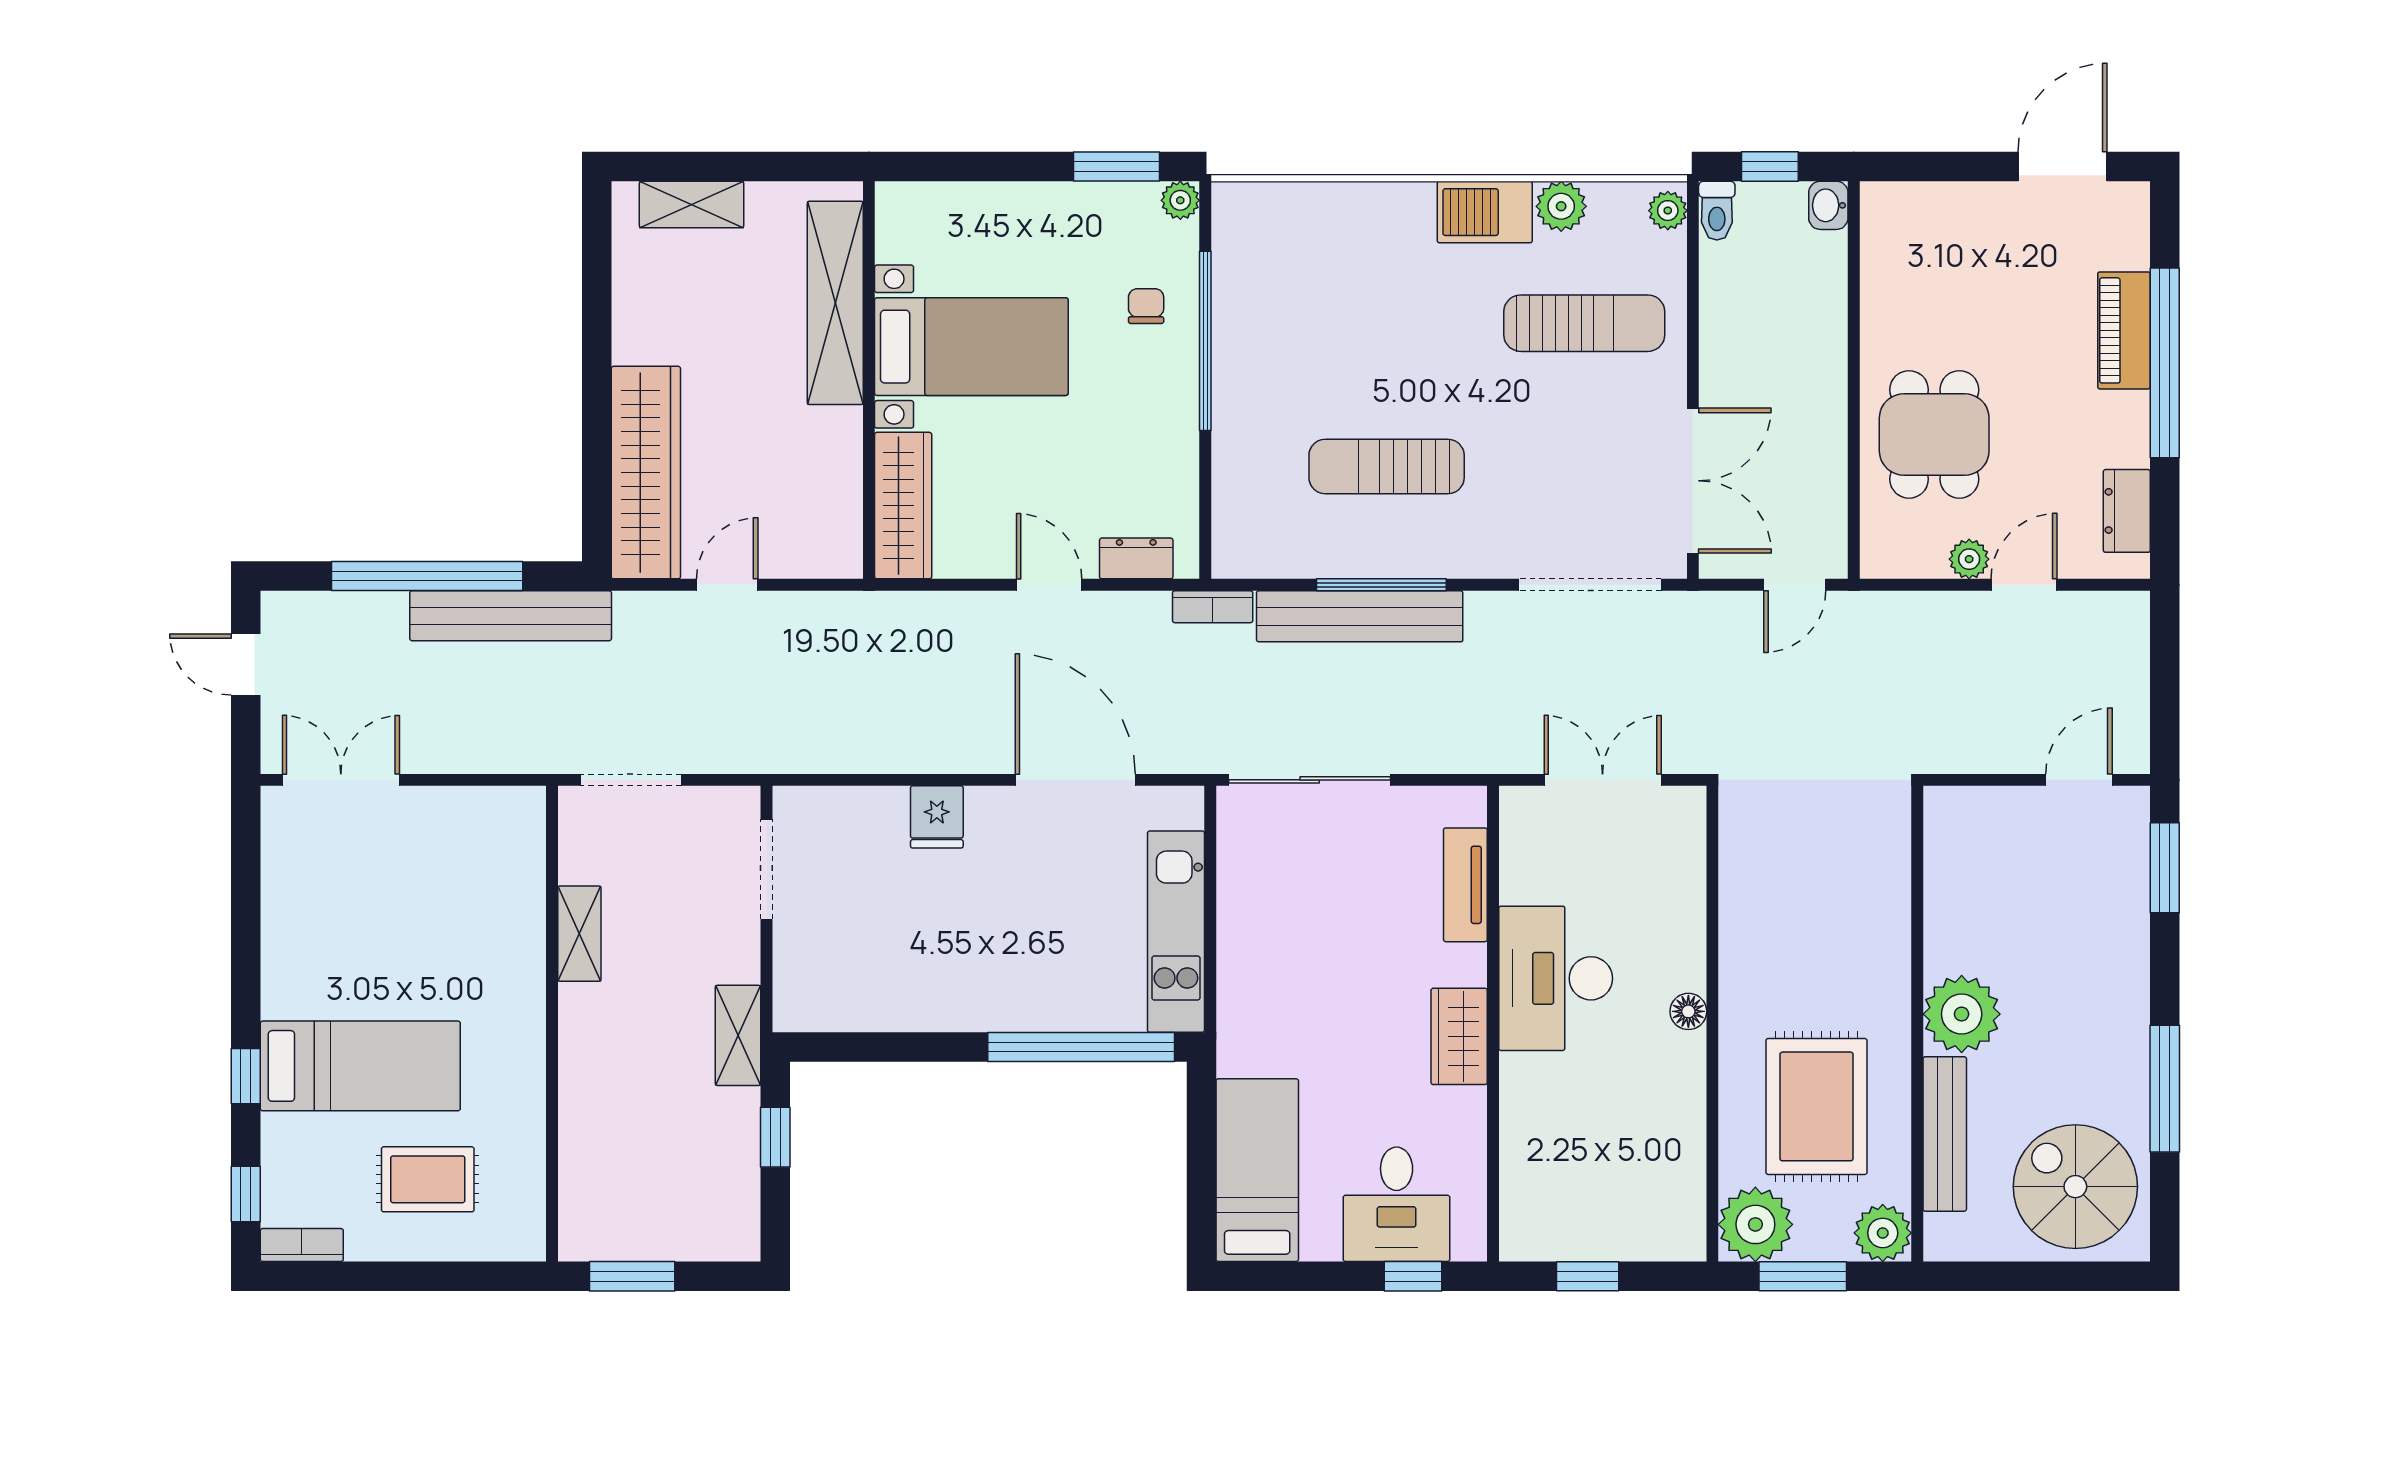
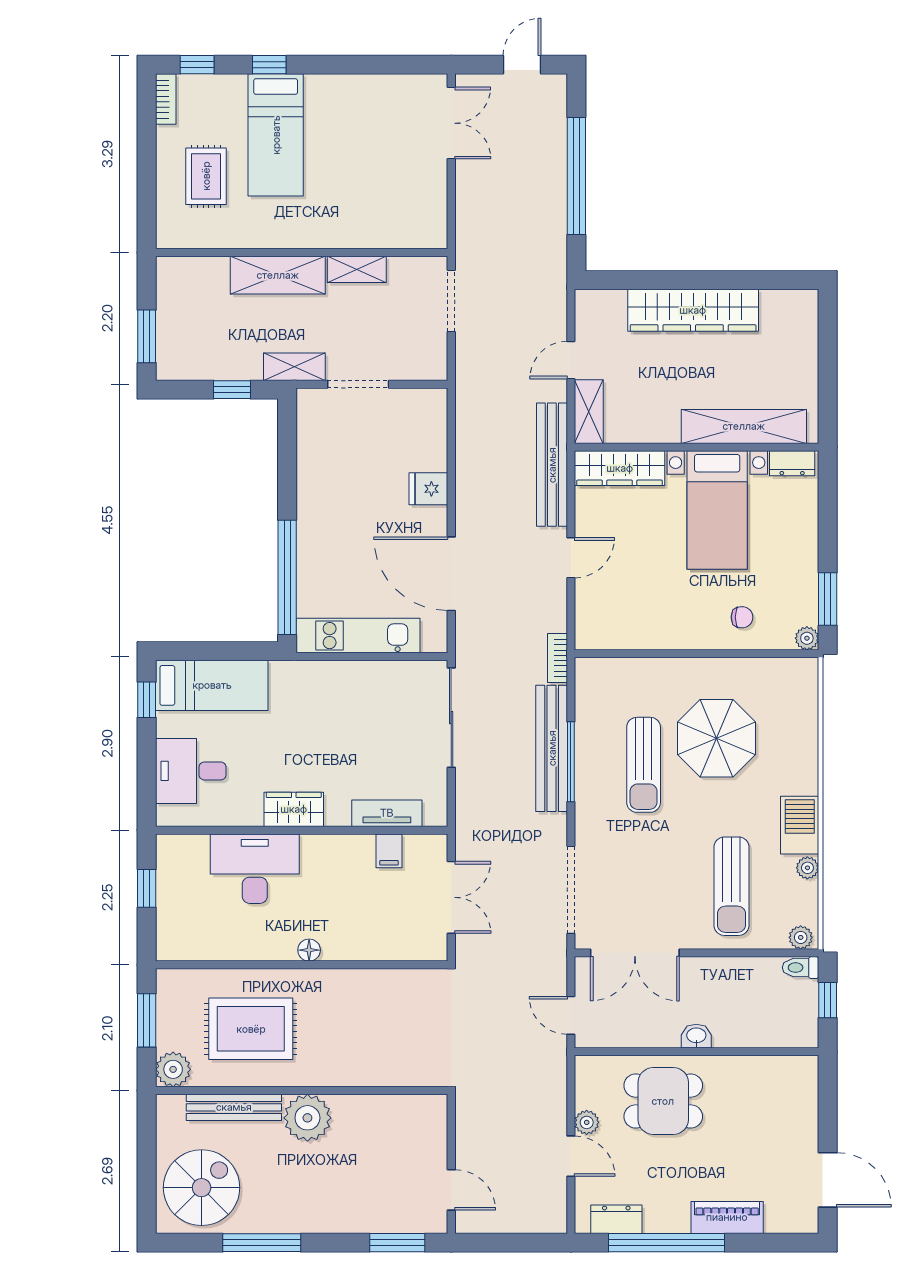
shelving: (692, 205) -> (589, 412), moved
washbasin: (1828, 205) -> (696, 1036), moved
plant: (1561, 206) -> (807, 868), width x0.73, depth x0.73
window: (1205, 341) -> (721, 654), removed
parasol: (1343, 348) -> (716, 738), added
window: (2165, 363) -> (667, 1243), moved
sun lounger: (1387, 466) -> (644, 765), turned 180
wardrobe: (646, 473) -> (693, 310), moved
dresser: (1136, 558) -> (792, 463), moved, turned 90
door: (727, 585) -> (571, 360), swing flipped
bench: (511, 616) -> (552, 465), moved
door: (1075, 780) -> (451, 574), swing flipped
doorway: (766, 869) -> (358, 384), moved
filing cabinet: (1527, 881) -> (389, 851), added
desk: (1556, 978) -> (255, 869), moved
shelving: (589, 1063) -> (278, 275), added
plant: (1755, 1224) -> (178, 991), removed
window: (632, 1276) -> (147, 336), moved
window: (1413, 1276) -> (147, 700), moved

